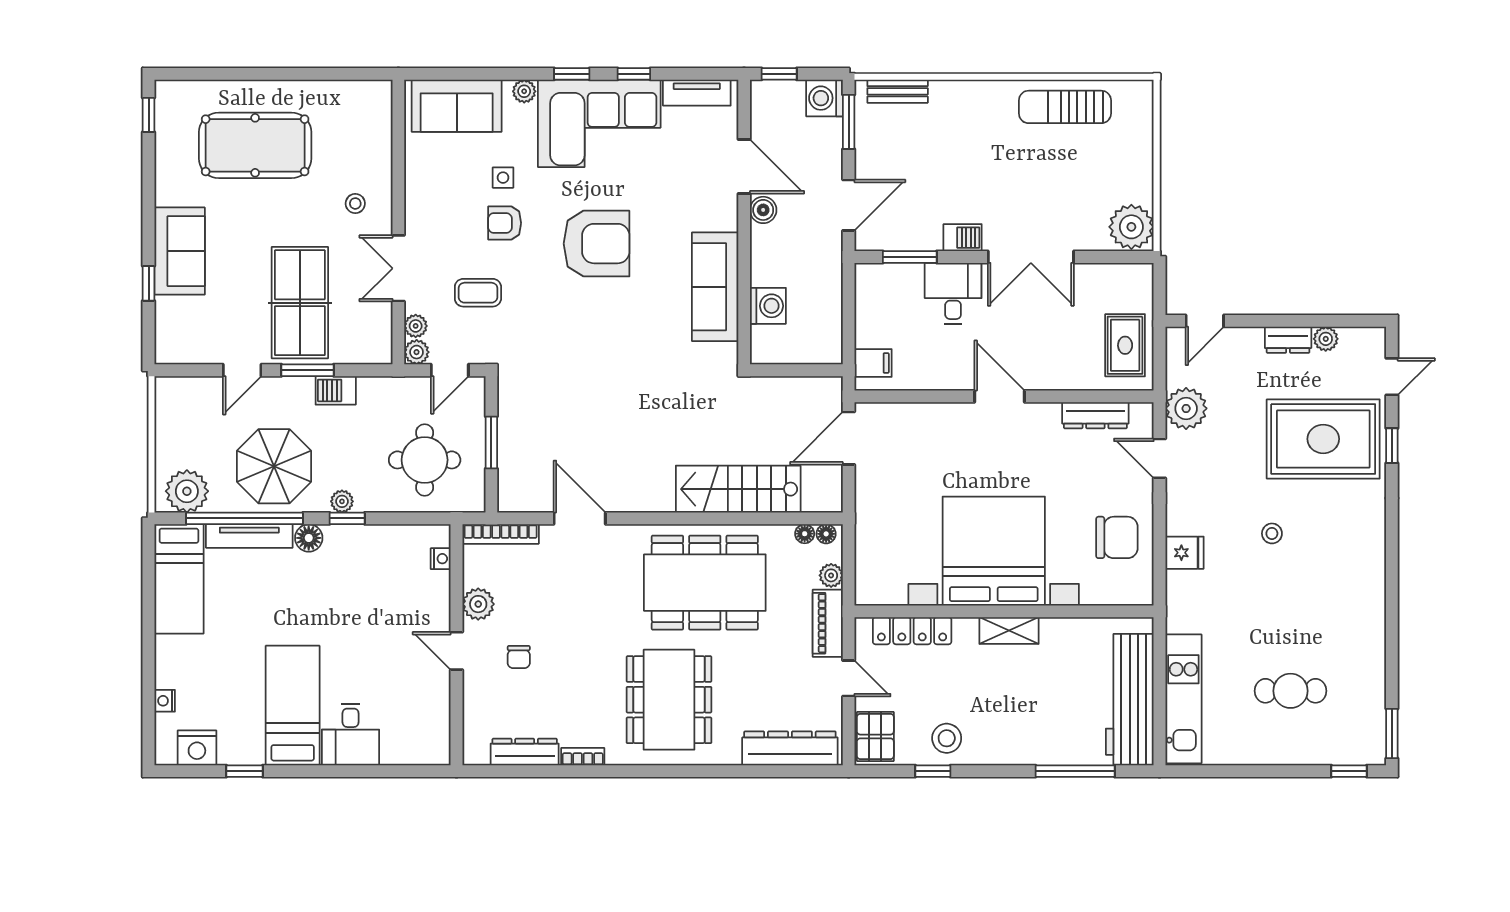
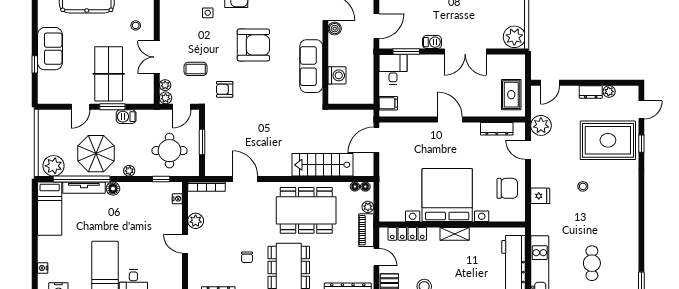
armchair: (505, 223) -> (225, 89), moved
desk: (953, 293) -> (393, 69), moved
window: (347, 518) -> (161, 179), moved
chair: (519, 657) -> (247, 257), moved
cafe table: (1290, 691) -> (592, 263), turned 90

